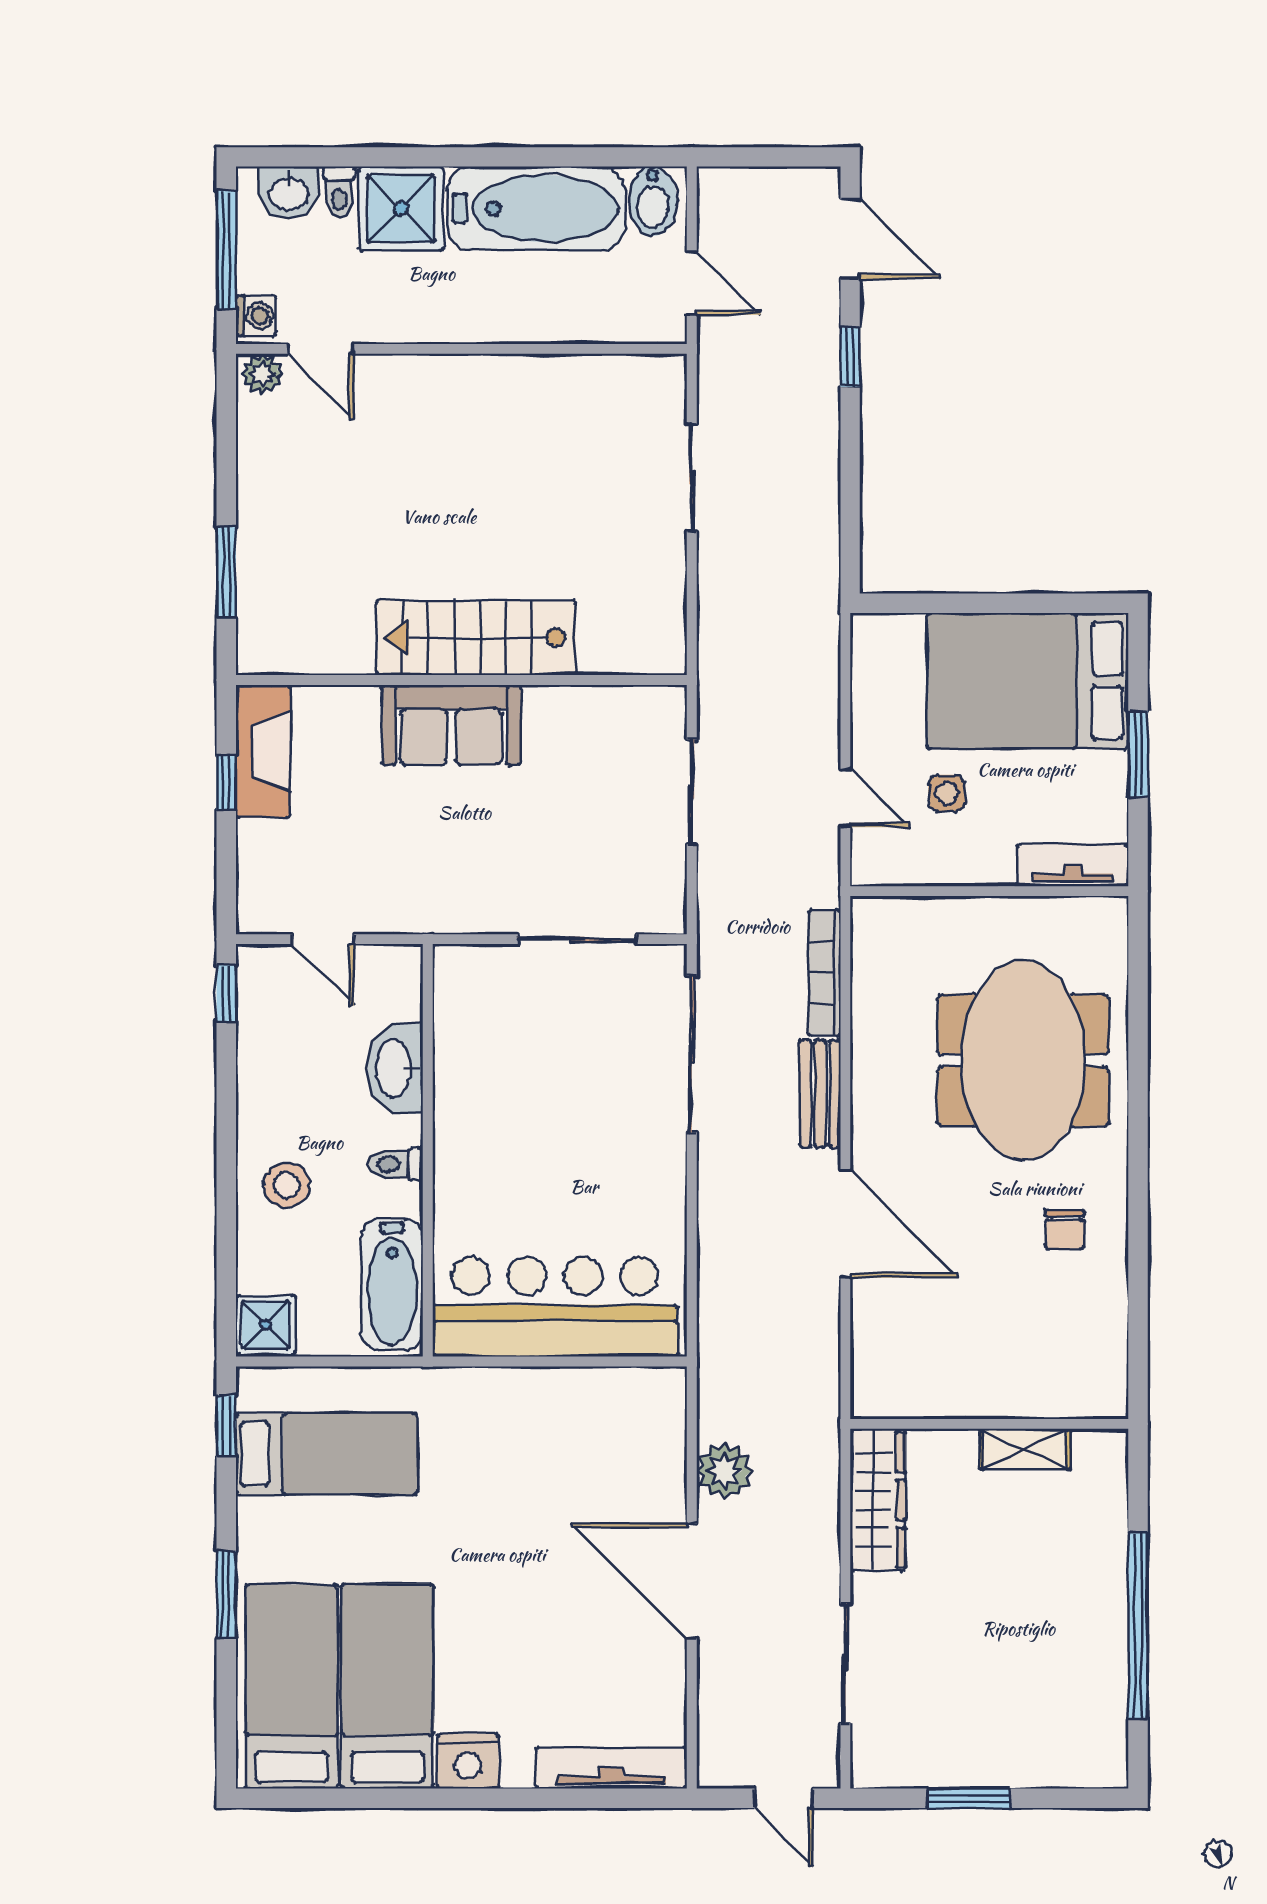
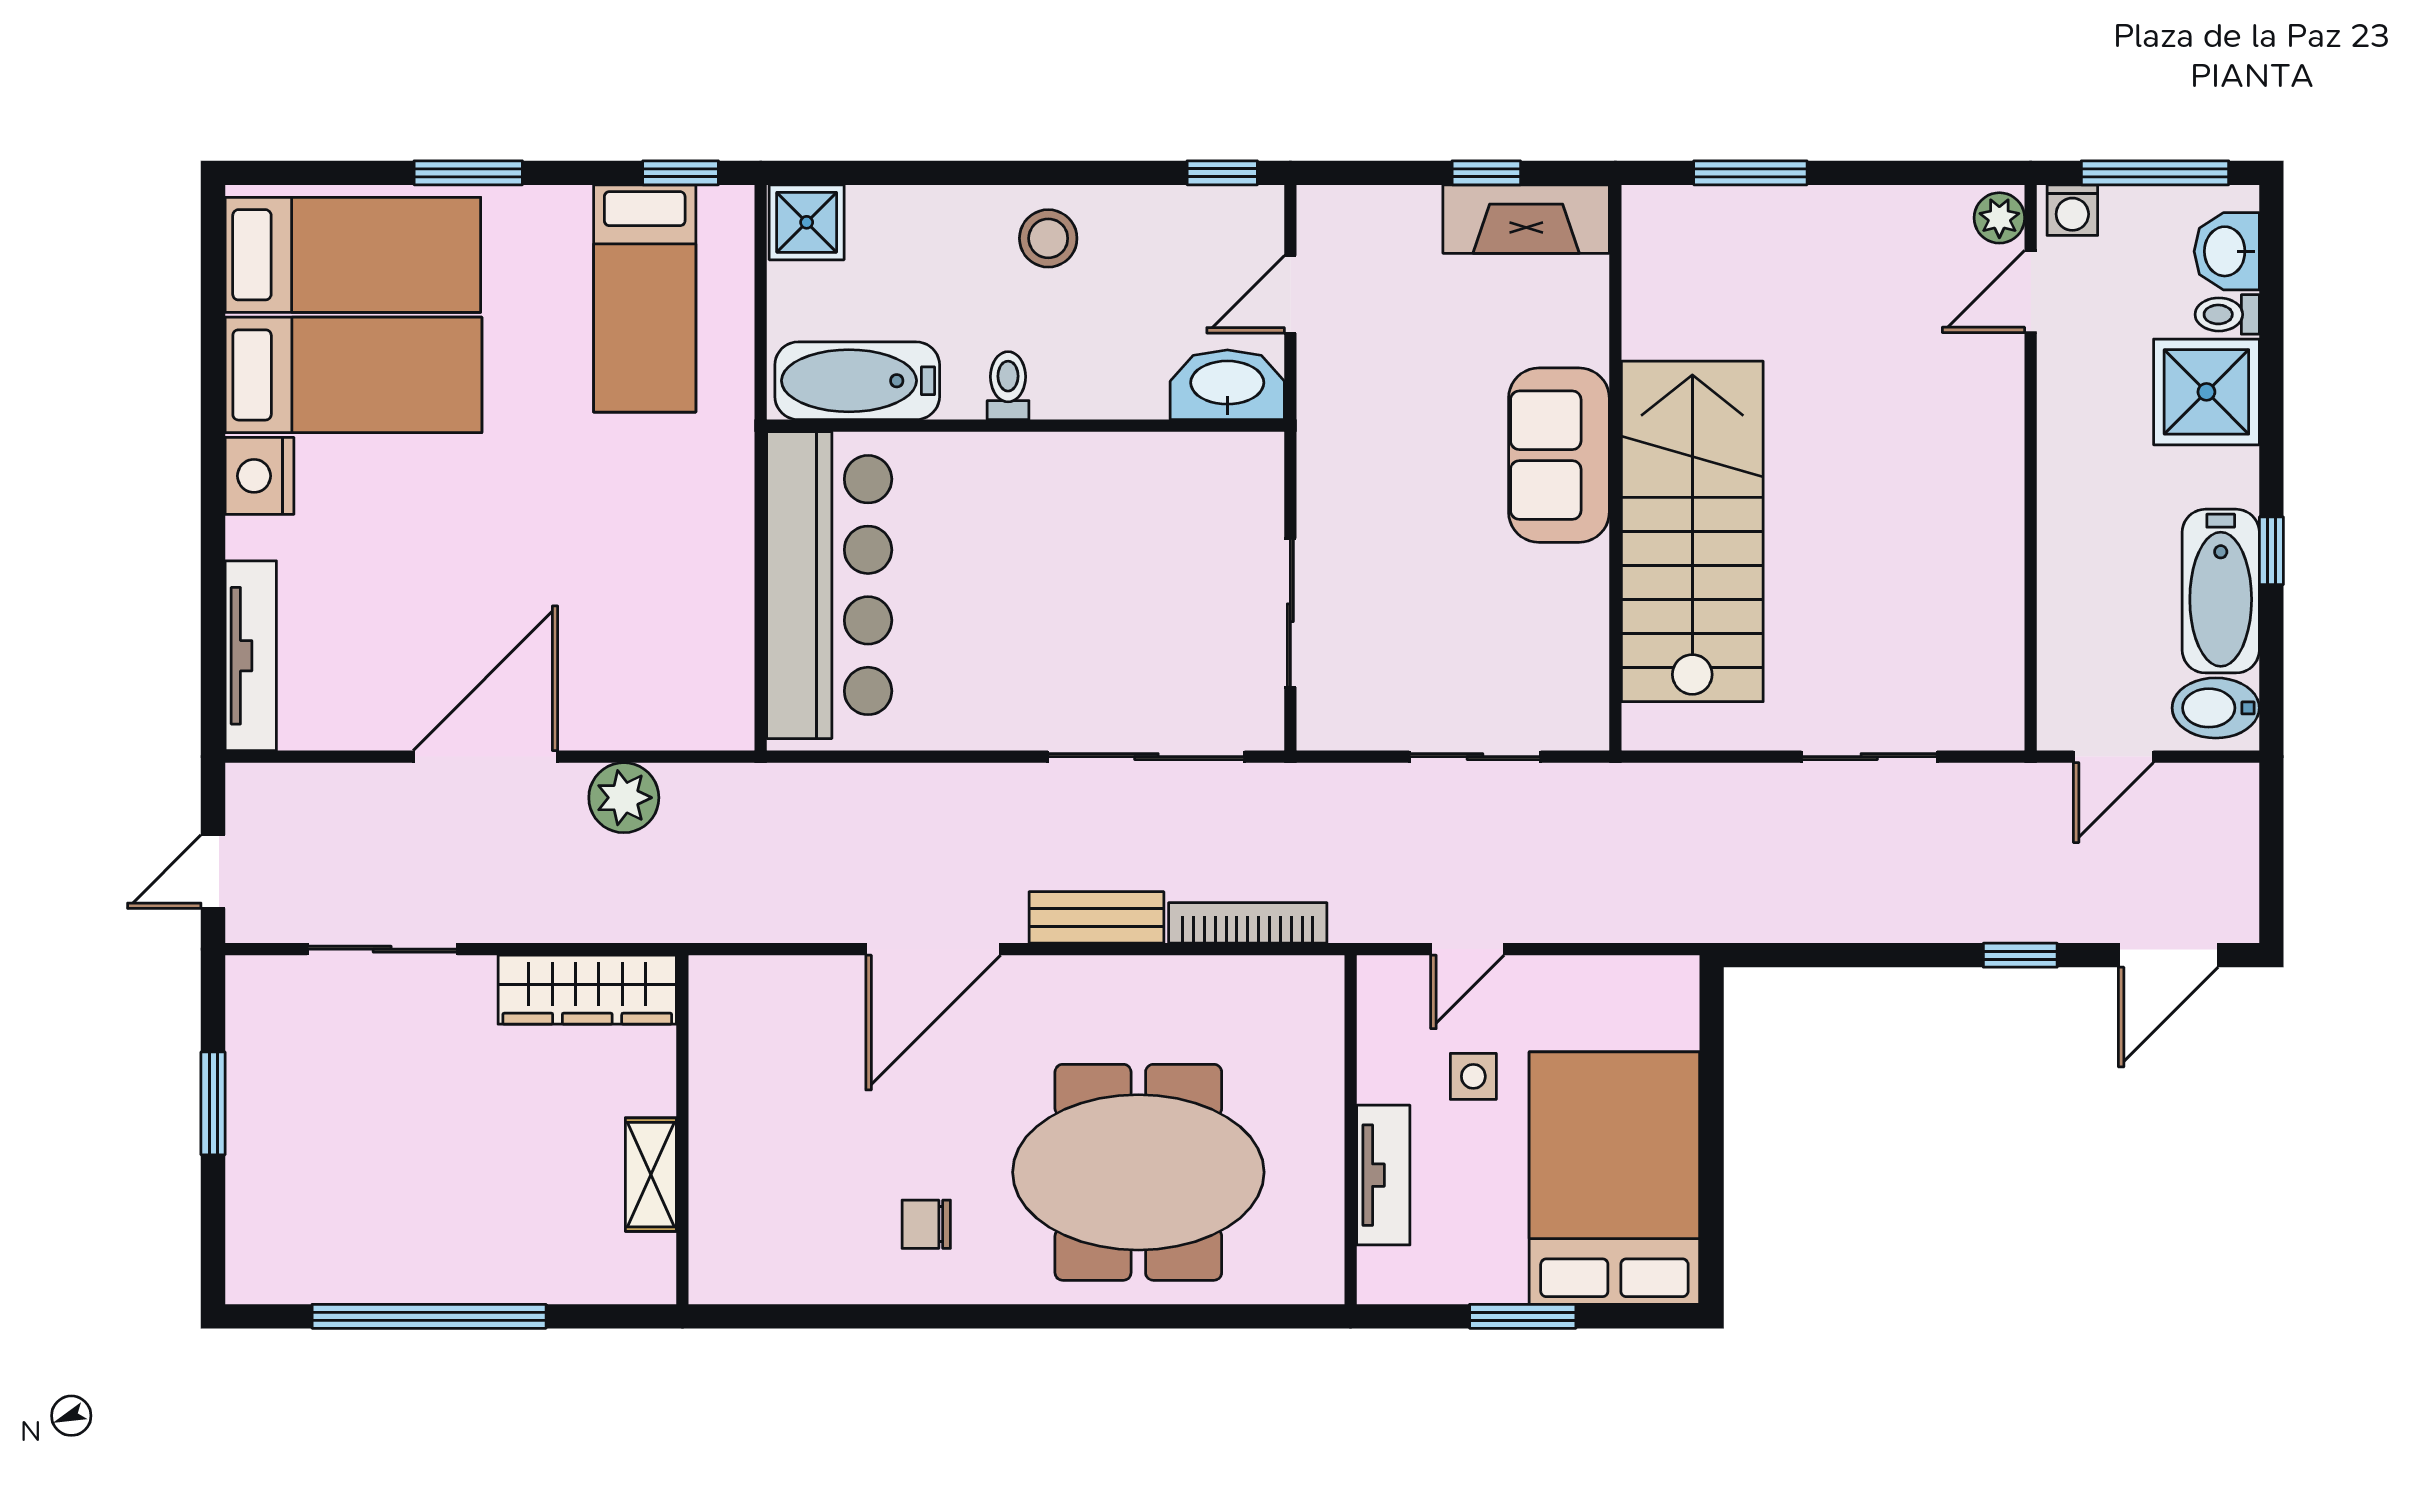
window: (528, 157) -> (2271, 551), added
bathtub: (536, 208) -> (2221, 591), width x0.73, depth x0.73
stairs: (476, 638) -> (1692, 531), width x1.36, depth x1.51
tv unit: (1073, 865) -> (1383, 1175), moved
washbasin: (395, 1068) -> (1227, 385), moved
stool: (287, 1185) -> (1048, 238), moved

